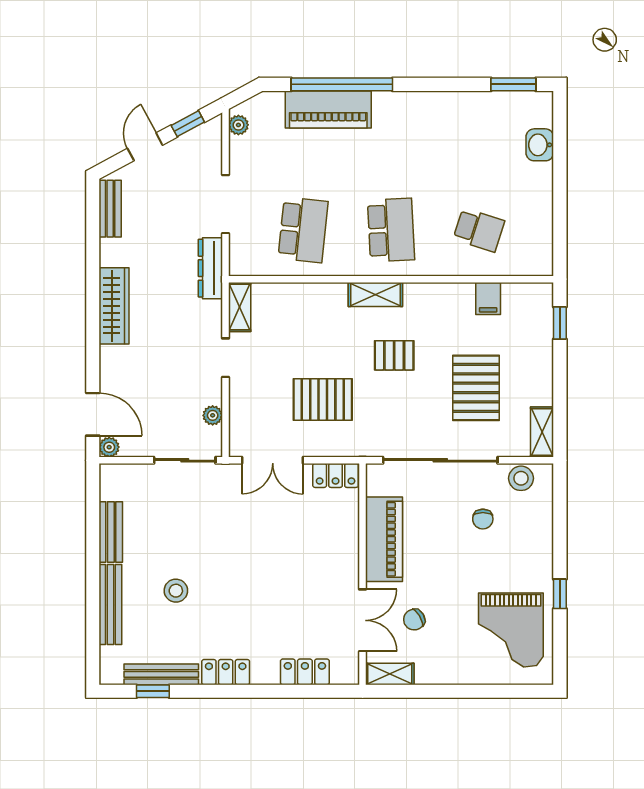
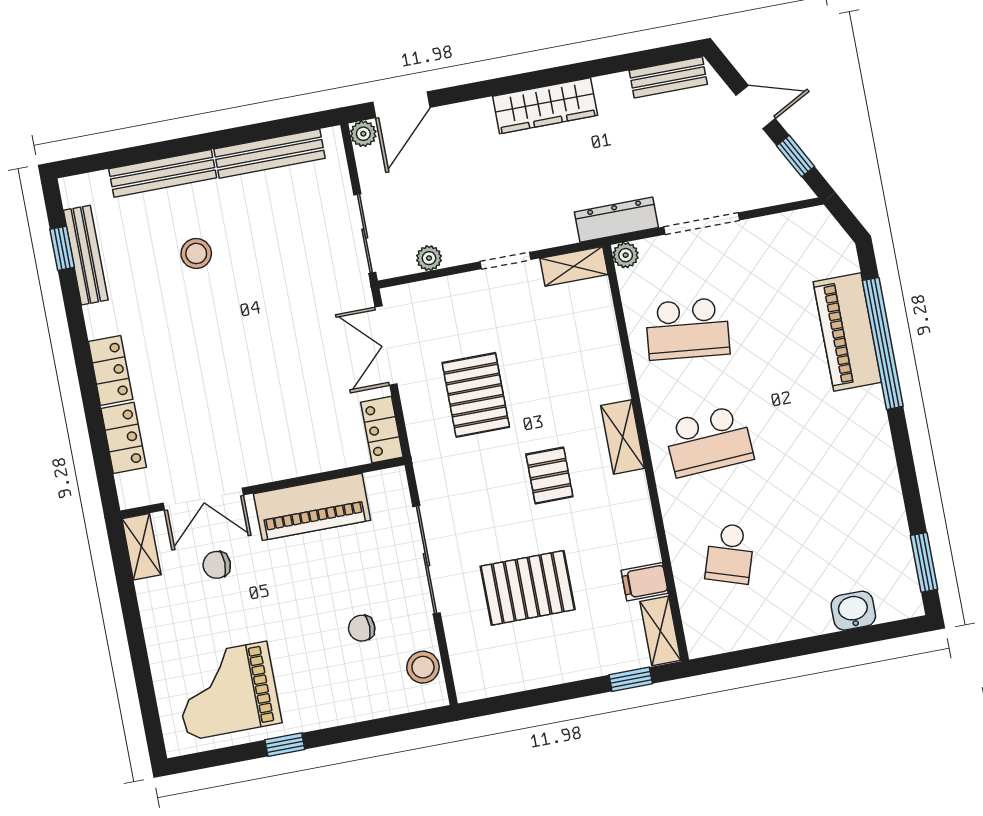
plant: (238, 125) -> (626, 255), moved
shelving: (542, 432) -> (660, 631), moved, turned 90
sliding door: (440, 460) -> (426, 560), width x0.73
bench: (111, 532) -> (270, 154), width x1.36
chair: (414, 620) -> (217, 565), turned -60
locker: (226, 672) -> (111, 370), moved

